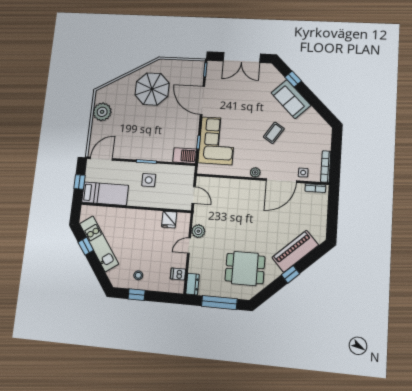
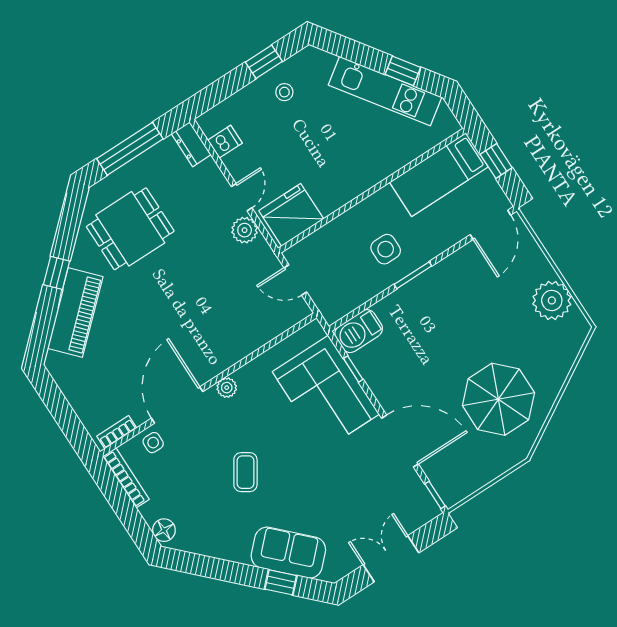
double door: (242, 57) -> (391, 559), width x0.73
sofa: (291, 99) -> (288, 553), moved
floor lamp: (326, 134) -> (164, 530), added
fridge: (169, 220) -> (291, 215), width x1.88, depth x1.34

